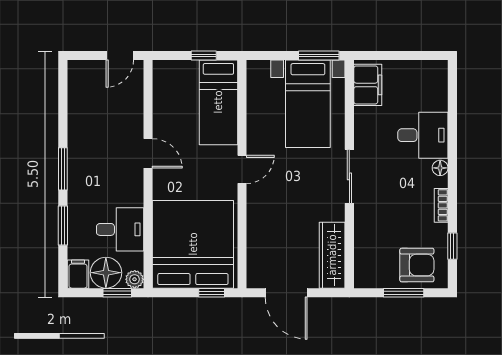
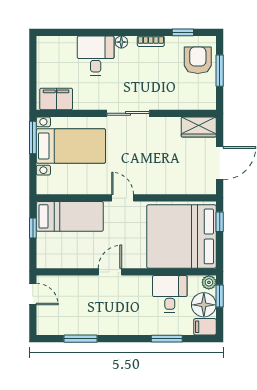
window: (63, 169) -> (81, 339), moved
wardrobe: (332, 255) -> (199, 127), width x0.67

